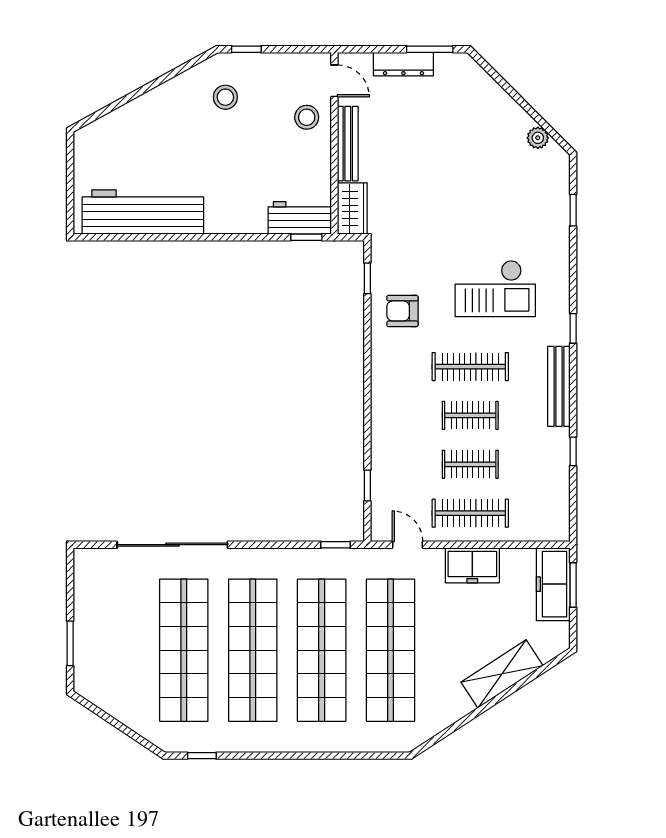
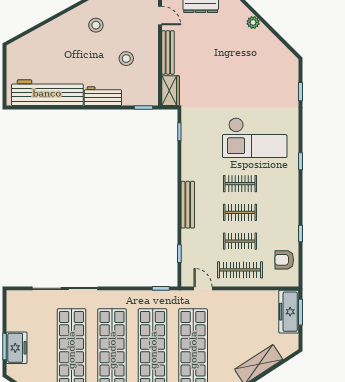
stool: (307, 117) -> (126, 59), moved
plant: (538, 138) -> (253, 22), moved
workbench: (300, 218) -> (103, 96), moved
checkout: (495, 289) -> (255, 138), width x1.36, depth x1.21
armchair: (402, 311) -> (284, 260), moved
clothes rail: (470, 367) -> (240, 184), width x0.73
bench: (559, 386) -> (188, 205), moved
freezer: (472, 565) -> (17, 348), moved, turned -90

